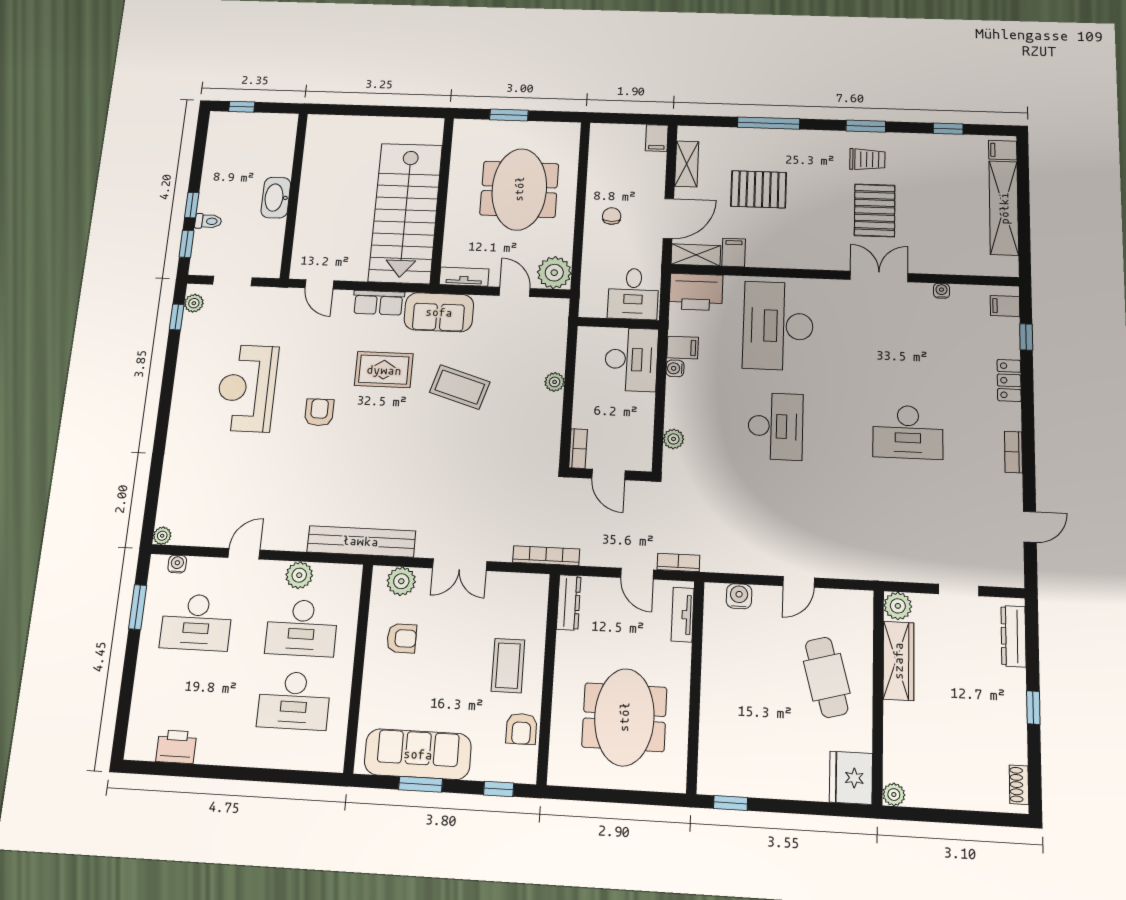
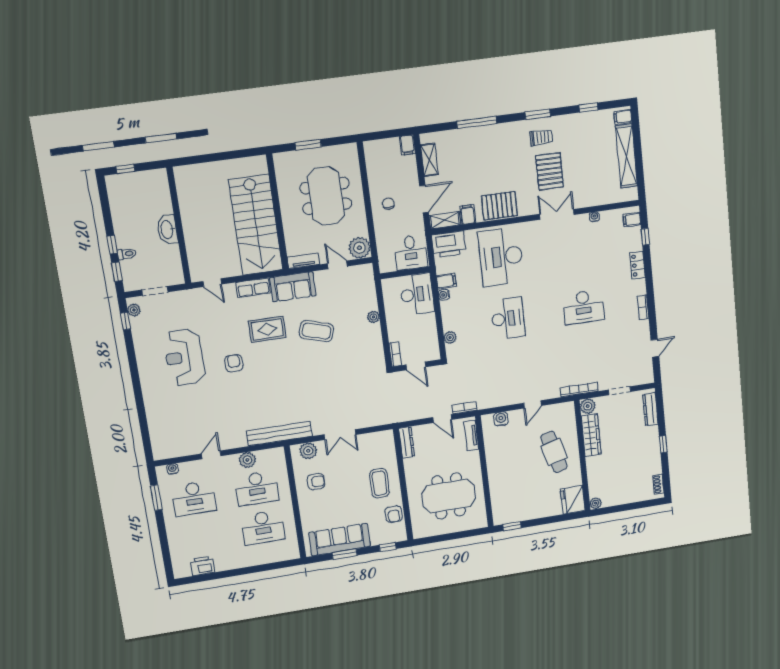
pallet: (759, 189) -> (499, 206), moved
plant: (162, 536) -> (158, 455), removed
bookcase: (546, 556) -> (579, 390), moved
meeting table: (624, 717) -> (449, 496), turned 90

